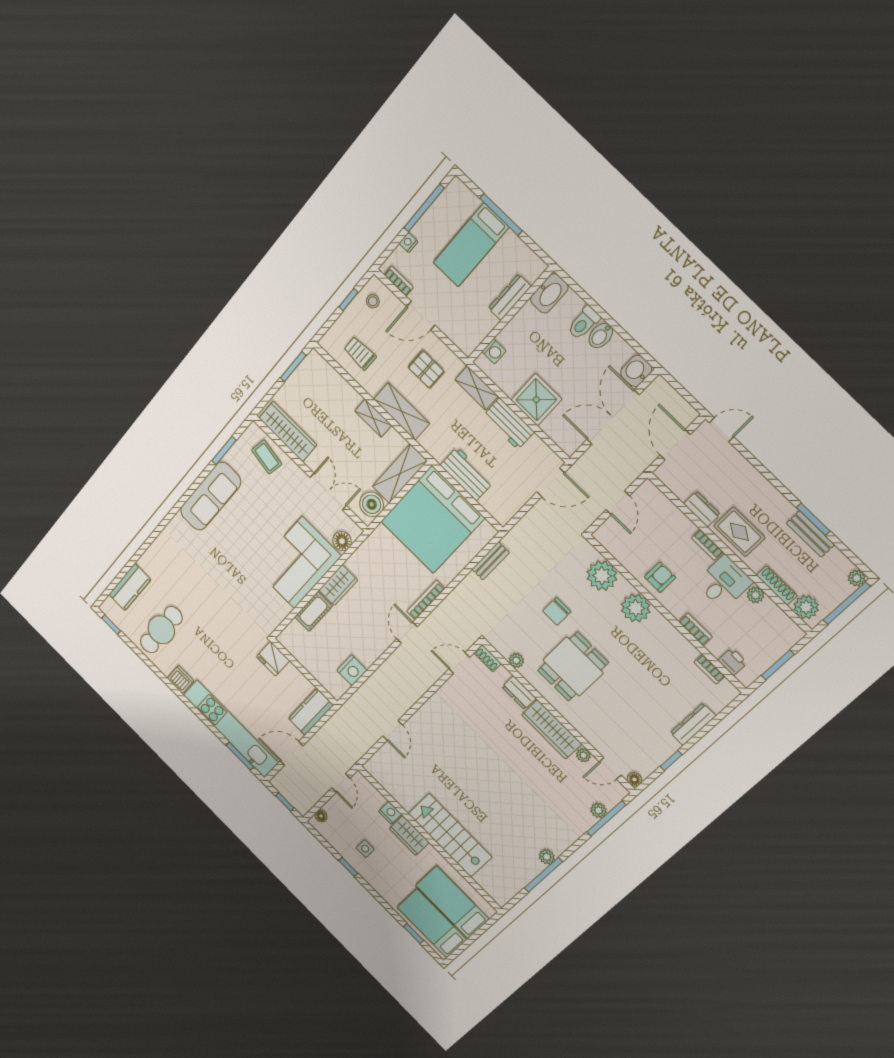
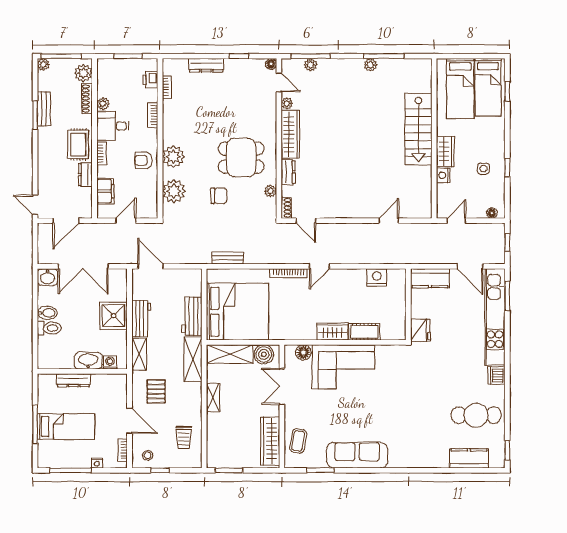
washbasin: (549, 293) -> (88, 361), moved
shelving: (402, 411) -> (193, 359), moved
filing cabinet: (666, 512) -> (105, 191), added

